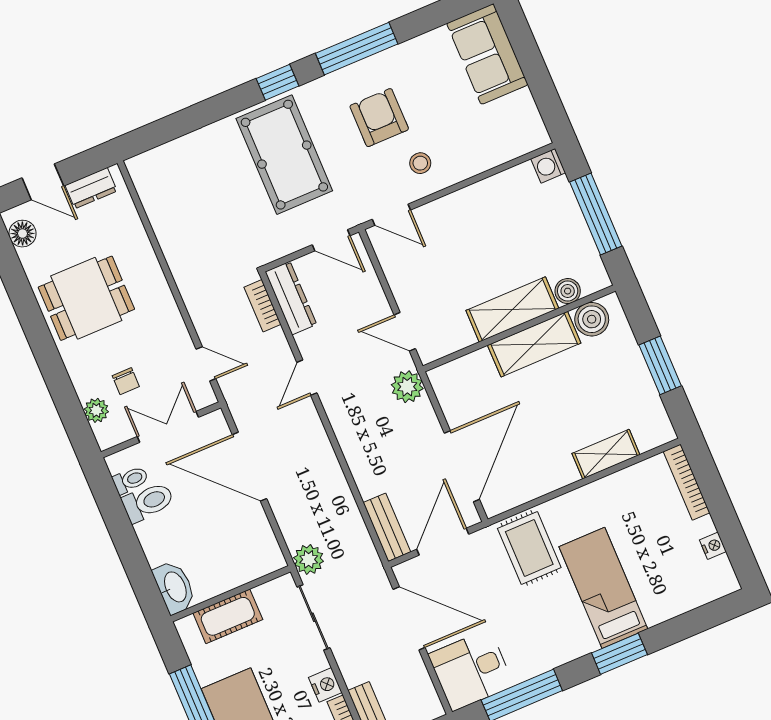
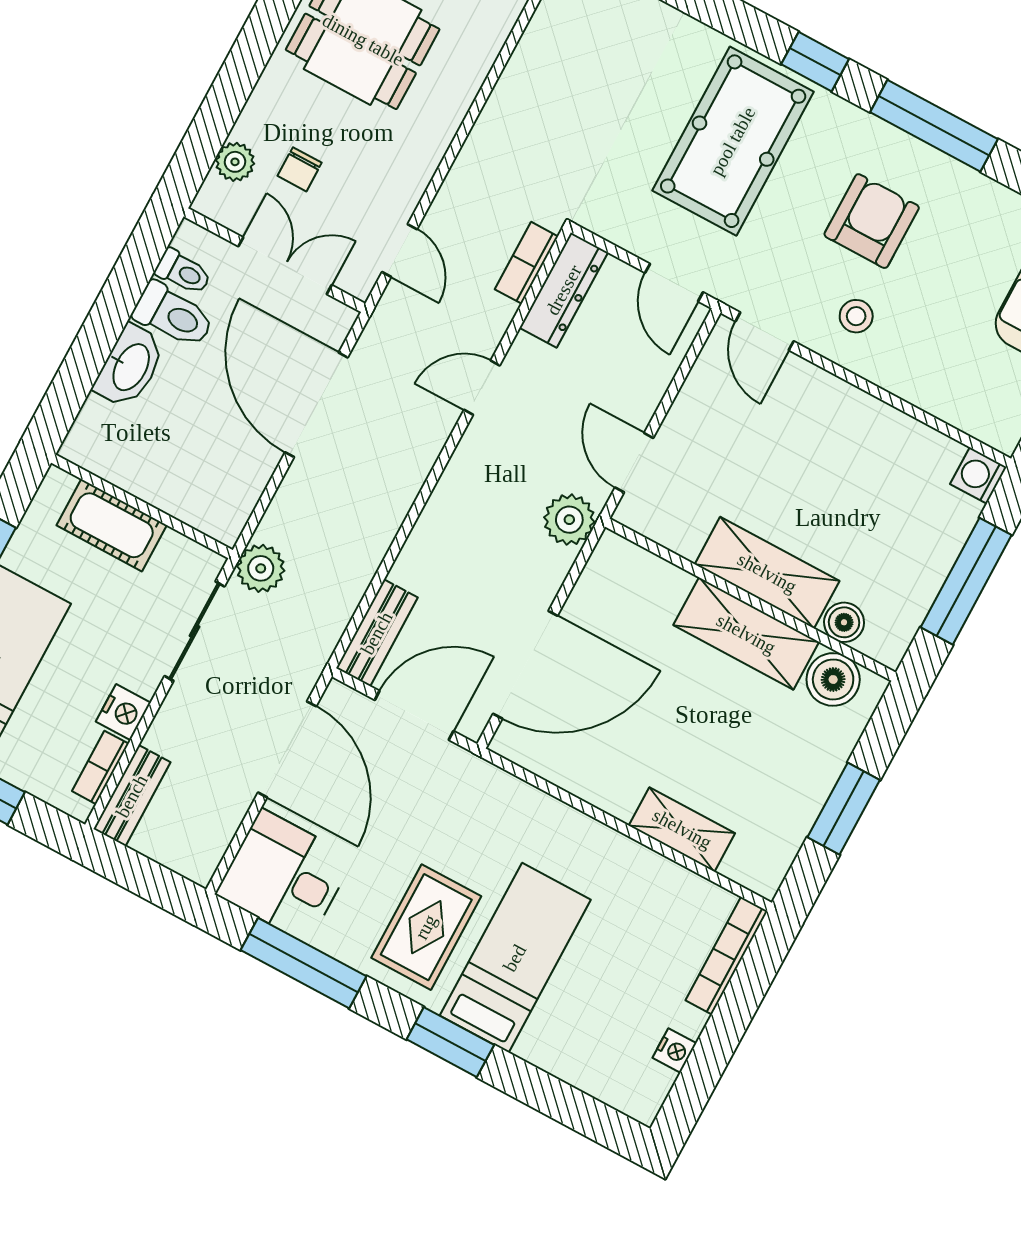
rug: (529, 548) -> (426, 927), moved
washbasin: (175, 587) -> (130, 366), moved

